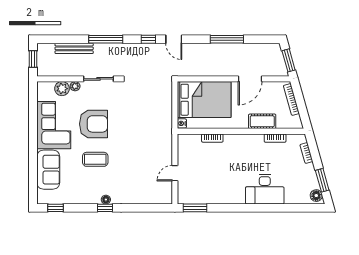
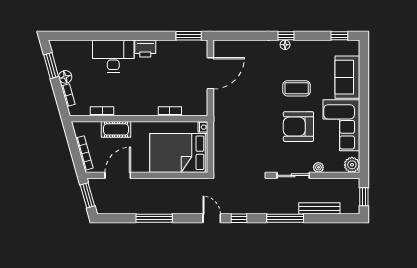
door: (250, 79) -> (118, 175), moved
plant: (62, 89) -> (352, 165), moved
door: (175, 173) -> (210, 73), width x1.87
printer: (235, 196) -> (145, 48), added
floor lamp: (316, 196) -> (65, 77), moved

